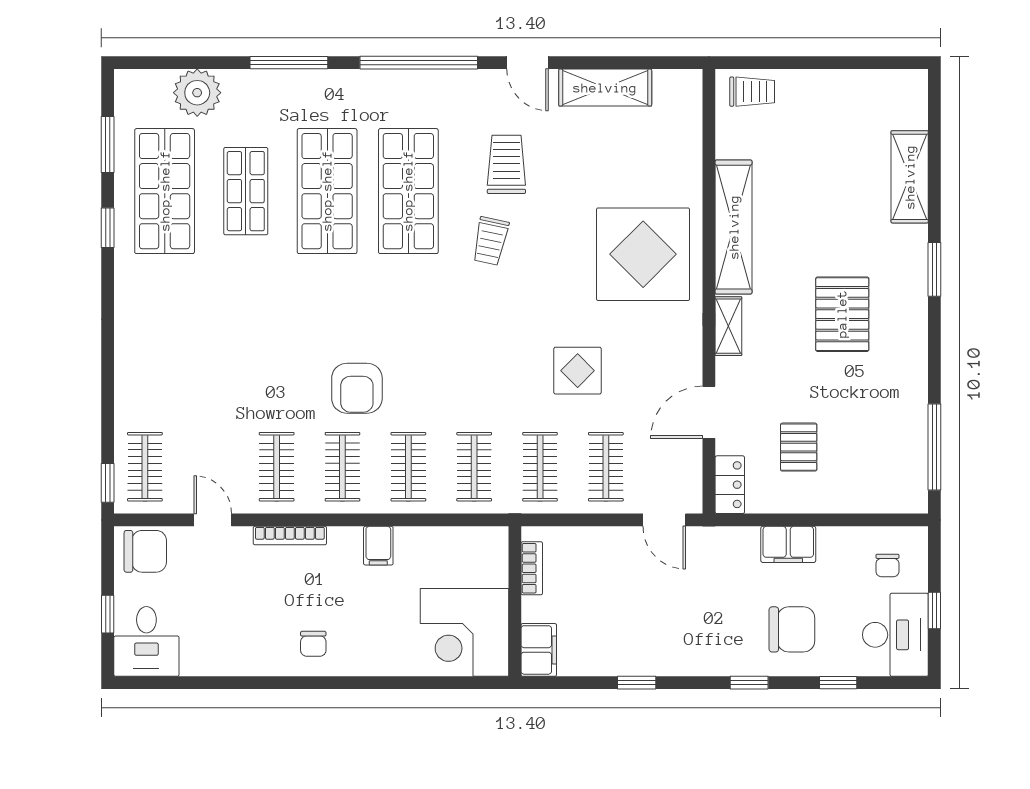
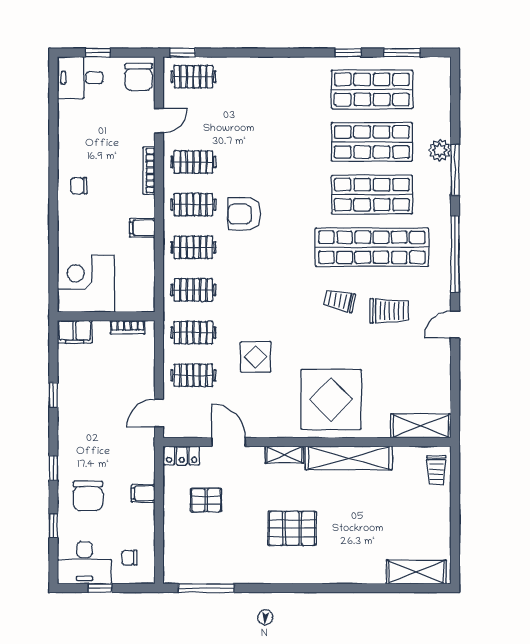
shelving: (605, 88) -> (421, 426), moved, turned 90
plant: (197, 93) -> (440, 150), moved, width x0.73, depth x0.73
shelving: (910, 177) -> (416, 572), moved
shop shelf: (246, 191) -> (372, 142), width x1.43, depth x1.36
shop shelf: (408, 191) -> (372, 247), width x1.40
window: (934, 269) -> (321, 588), removed
filing cabinet: (788, 544) -> (143, 493), width x0.50

